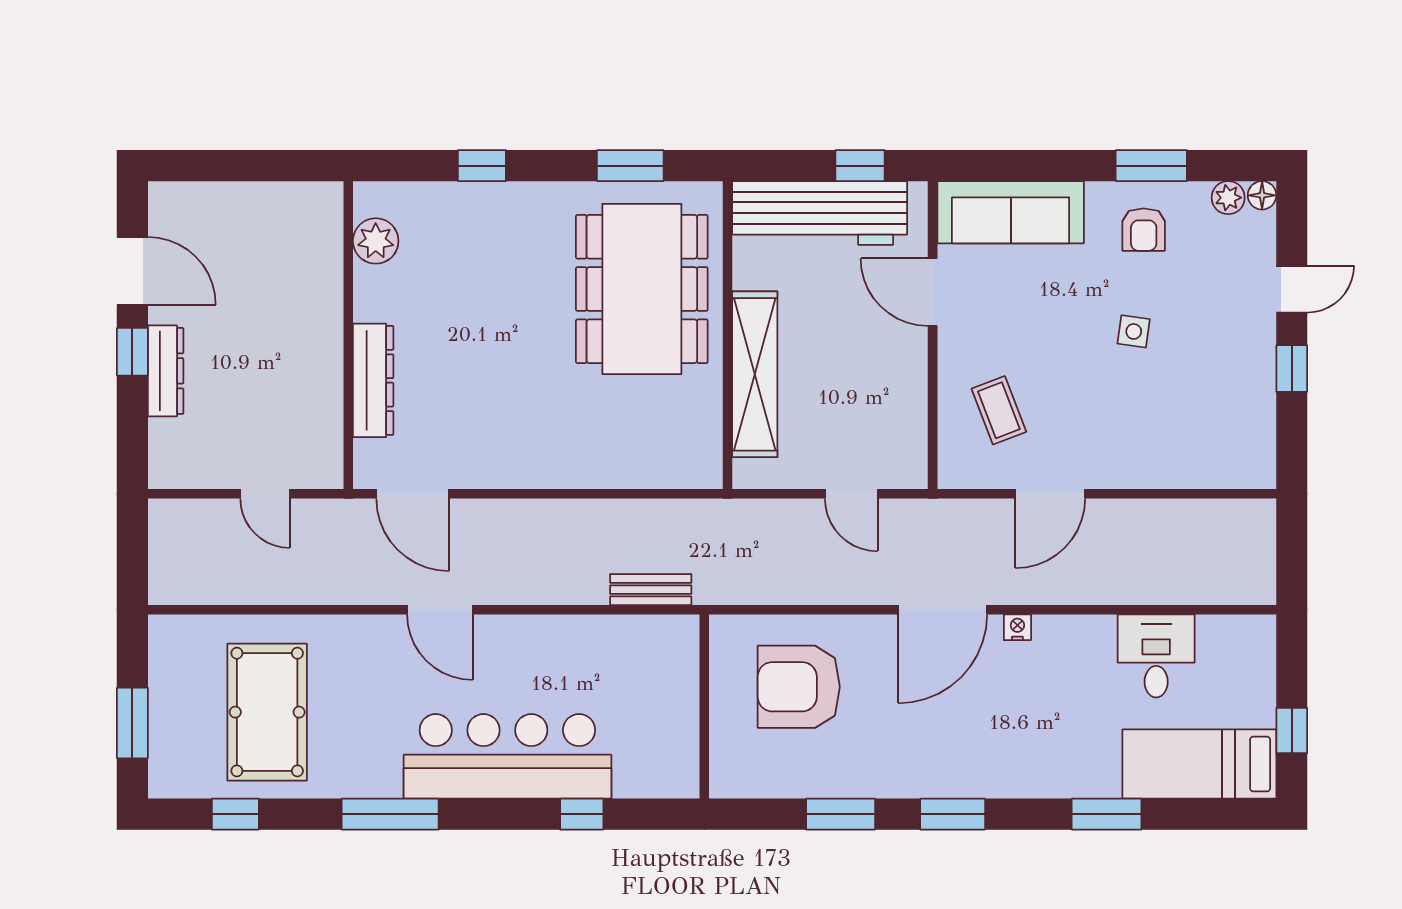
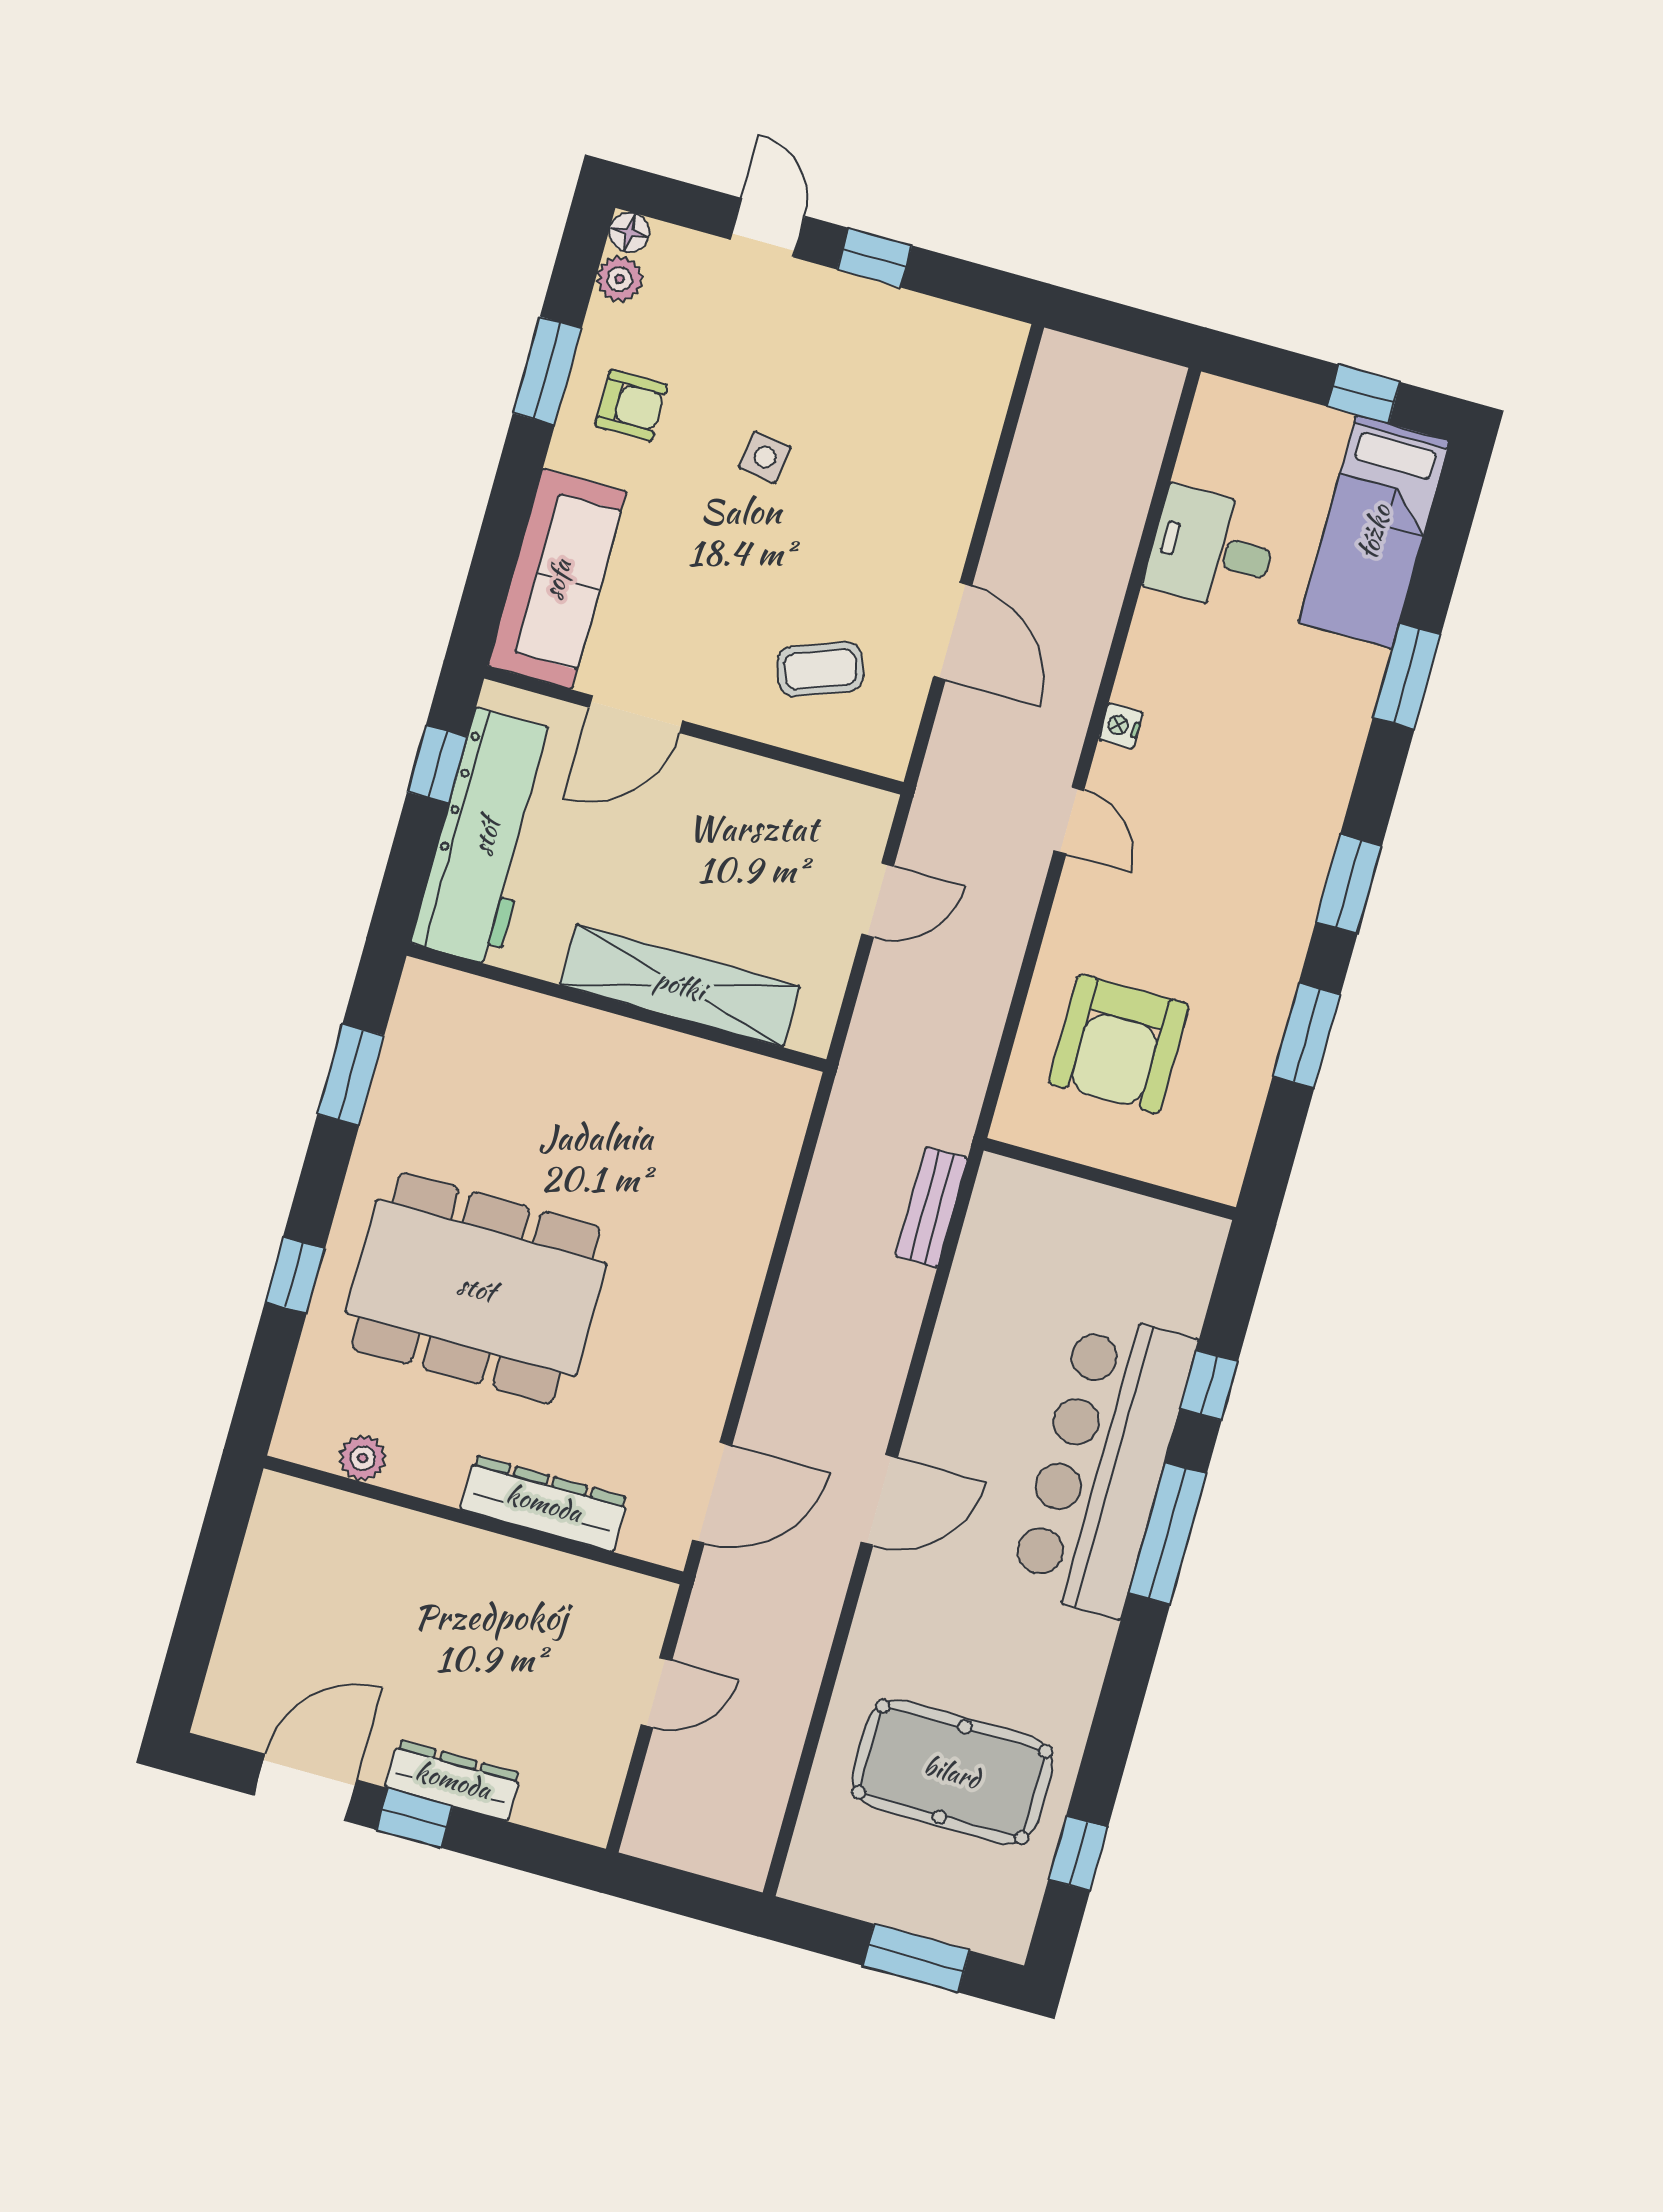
plant: (376, 241) -> (363, 1458), width x0.73, depth x0.73
dining table: (642, 289) -> (476, 1288), moved
door: (943, 610) -> (1069, 820), width x0.53
window: (390, 814) -> (1167, 1533), moved

